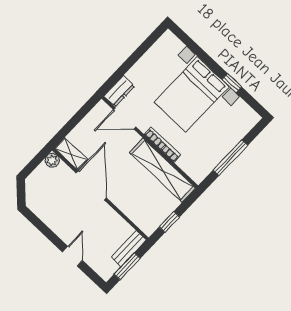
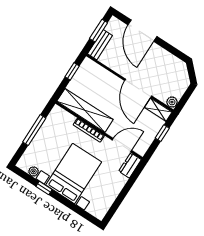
plant: (241, 106) -> (33, 171), added
window: (72, 124) -> (162, 133), added
door: (72, 256) -> (142, 31), width x1.88

